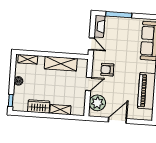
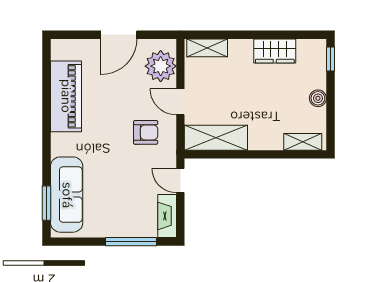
shelving: (61, 64) -> (216, 138), moved
door: (89, 84) -> (180, 102), hinge flipped
shelving: (60, 110) -> (207, 48), moved

